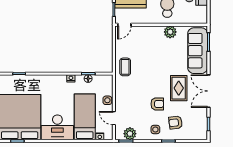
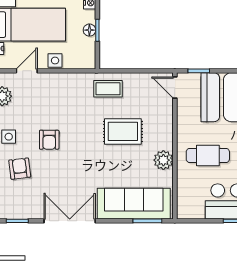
rug: (179, 88) -> (123, 131), moved

